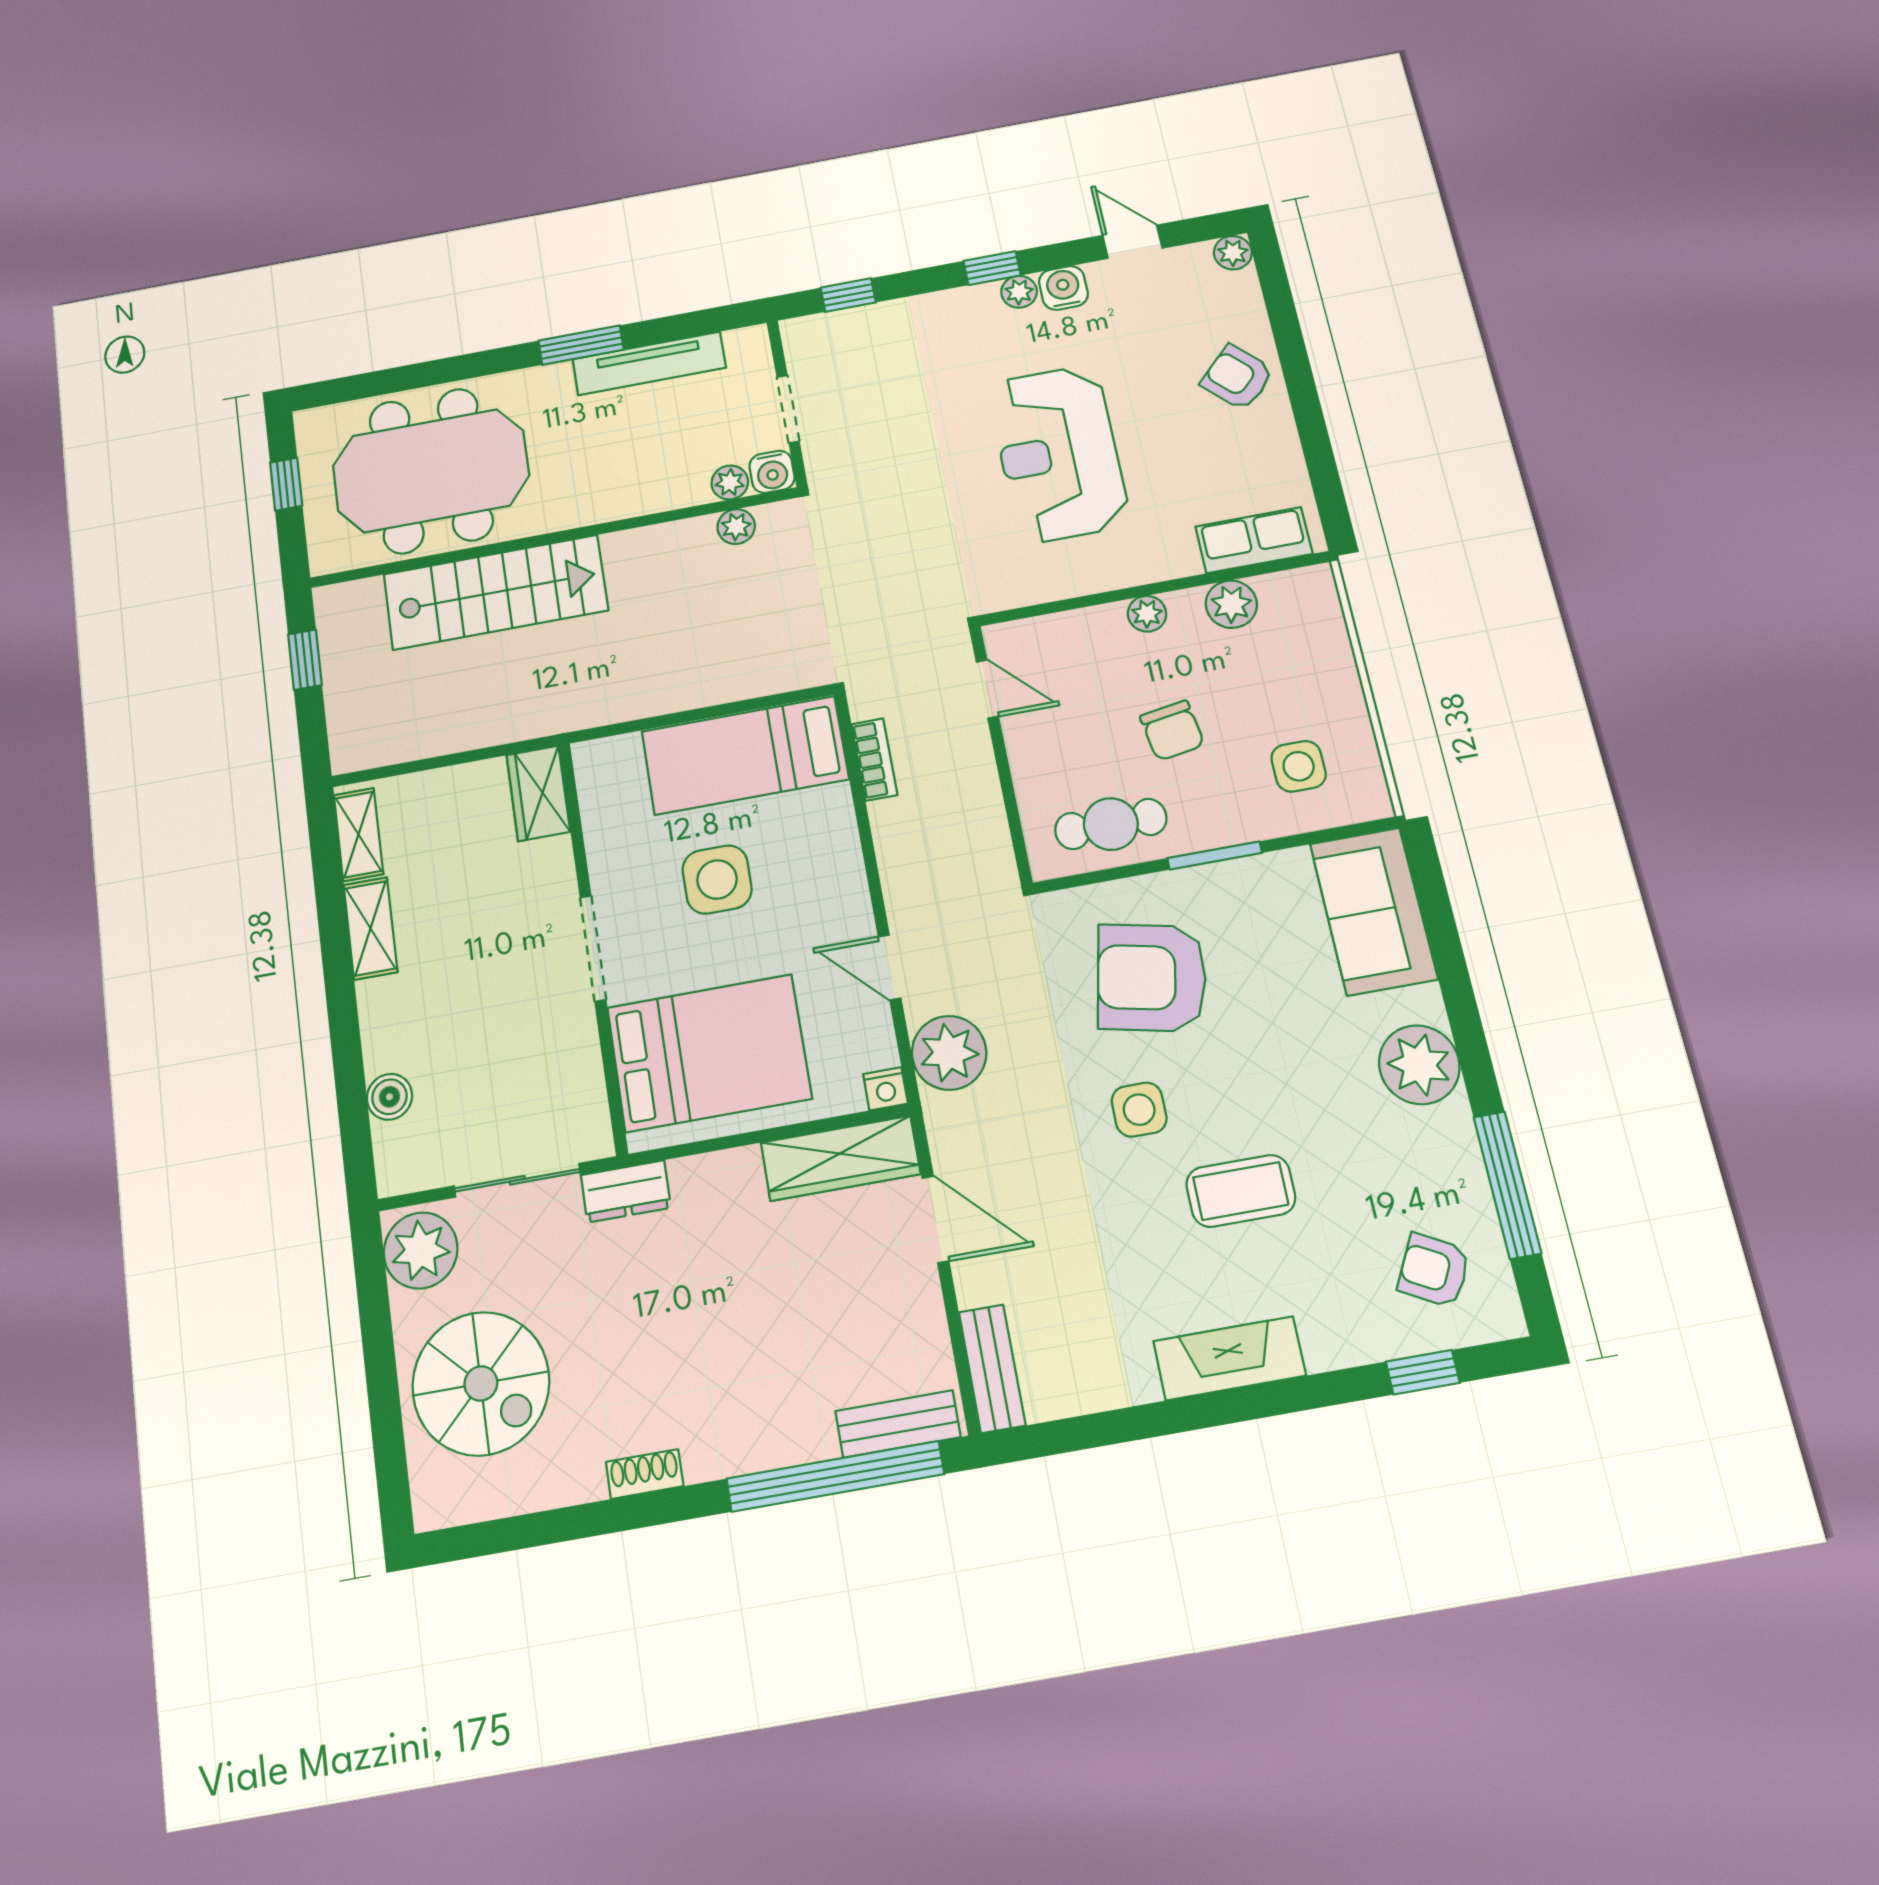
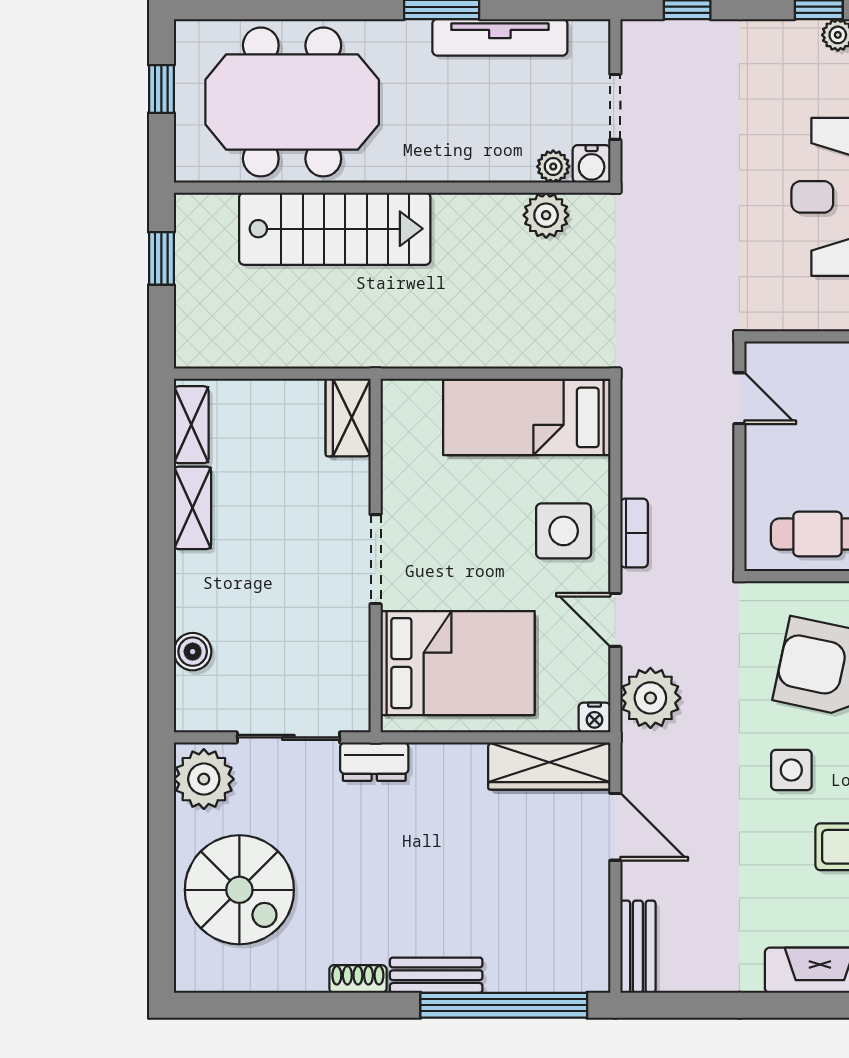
plant: (736, 527) -> (546, 215), width x1.38, depth x1.38
bookcase: (874, 759) -> (634, 533), moved
side table: (717, 880) -> (564, 531), moved
bench: (898, 1424) -> (436, 975), moved

